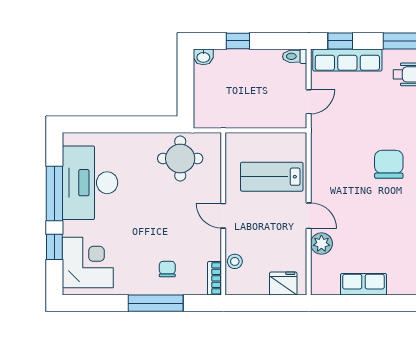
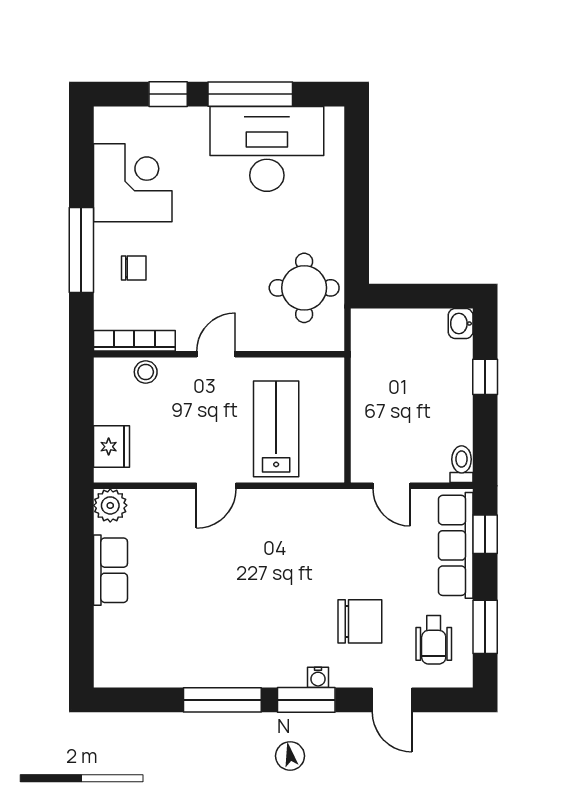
chair: (389, 164) -> (360, 621), moved
plant: (321, 244) -> (110, 505), moved
corner desk: (88, 262) -> (133, 183), moved, turned -90
bookcase: (215, 278) -> (134, 341), width x1.56

